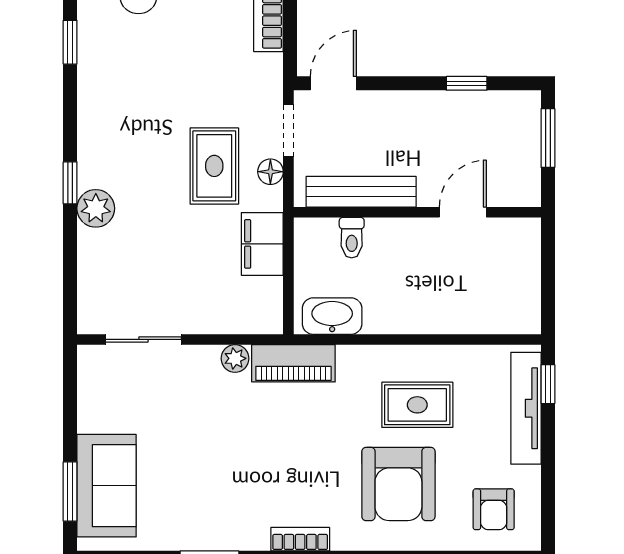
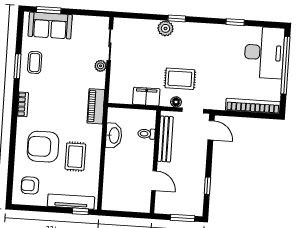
washbasin: (332, 316) -> (114, 135), moved
plant: (235, 358) -> (101, 66), moved
coffee table: (198, 517) -> (35, 62), added

